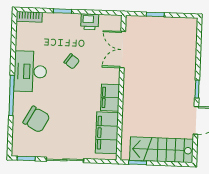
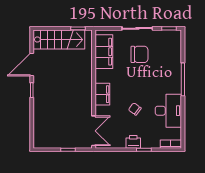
printer: (90, 22) -> (133, 142), moved
double door: (123, 50) -> (94, 131), moved
desk: (30, 71) -> (168, 111), moved
filing cabinet: (110, 98) -> (102, 94), moved
chair: (36, 119) -> (139, 54), moved, turned 151

